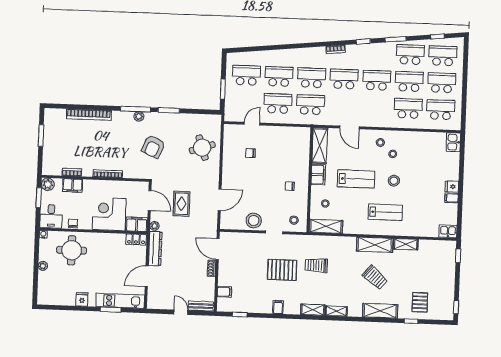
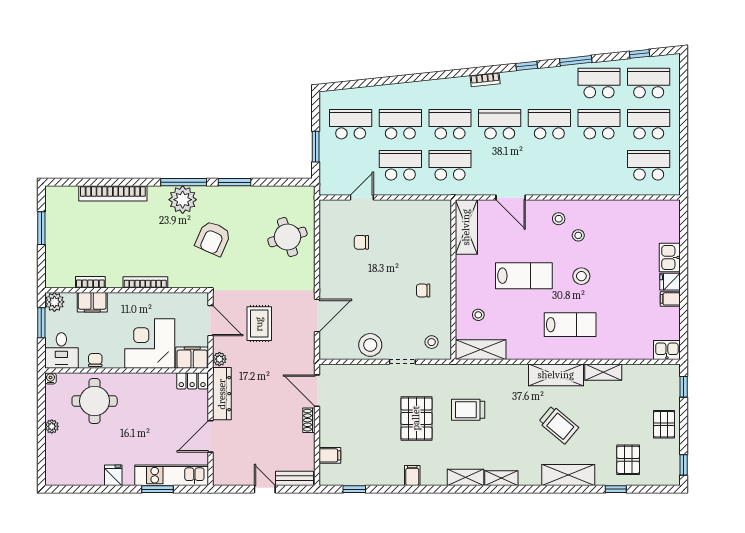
school desk: (408, 108) -> (599, 165), removed
plant: (139, 116) -> (183, 200), width x1.87, depth x1.87
kitchen sink: (453, 142) -> (670, 257), moved
filing cabinet: (318, 175) -> (466, 271), removed
pallet: (282, 270) -> (416, 418), turned 90
pallet: (444, 280) -> (664, 424), added

